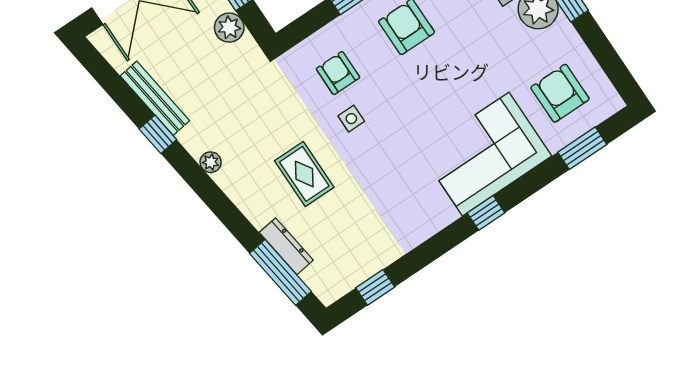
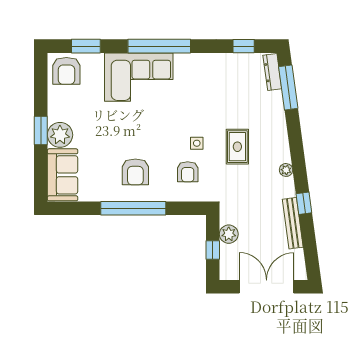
armchair: (560, 93) -> (66, 71), moved
rug: (304, 174) -> (237, 147), moved
window: (486, 213) -> (159, 46), width x3.17
dresser: (286, 246) -> (272, 72), moved

